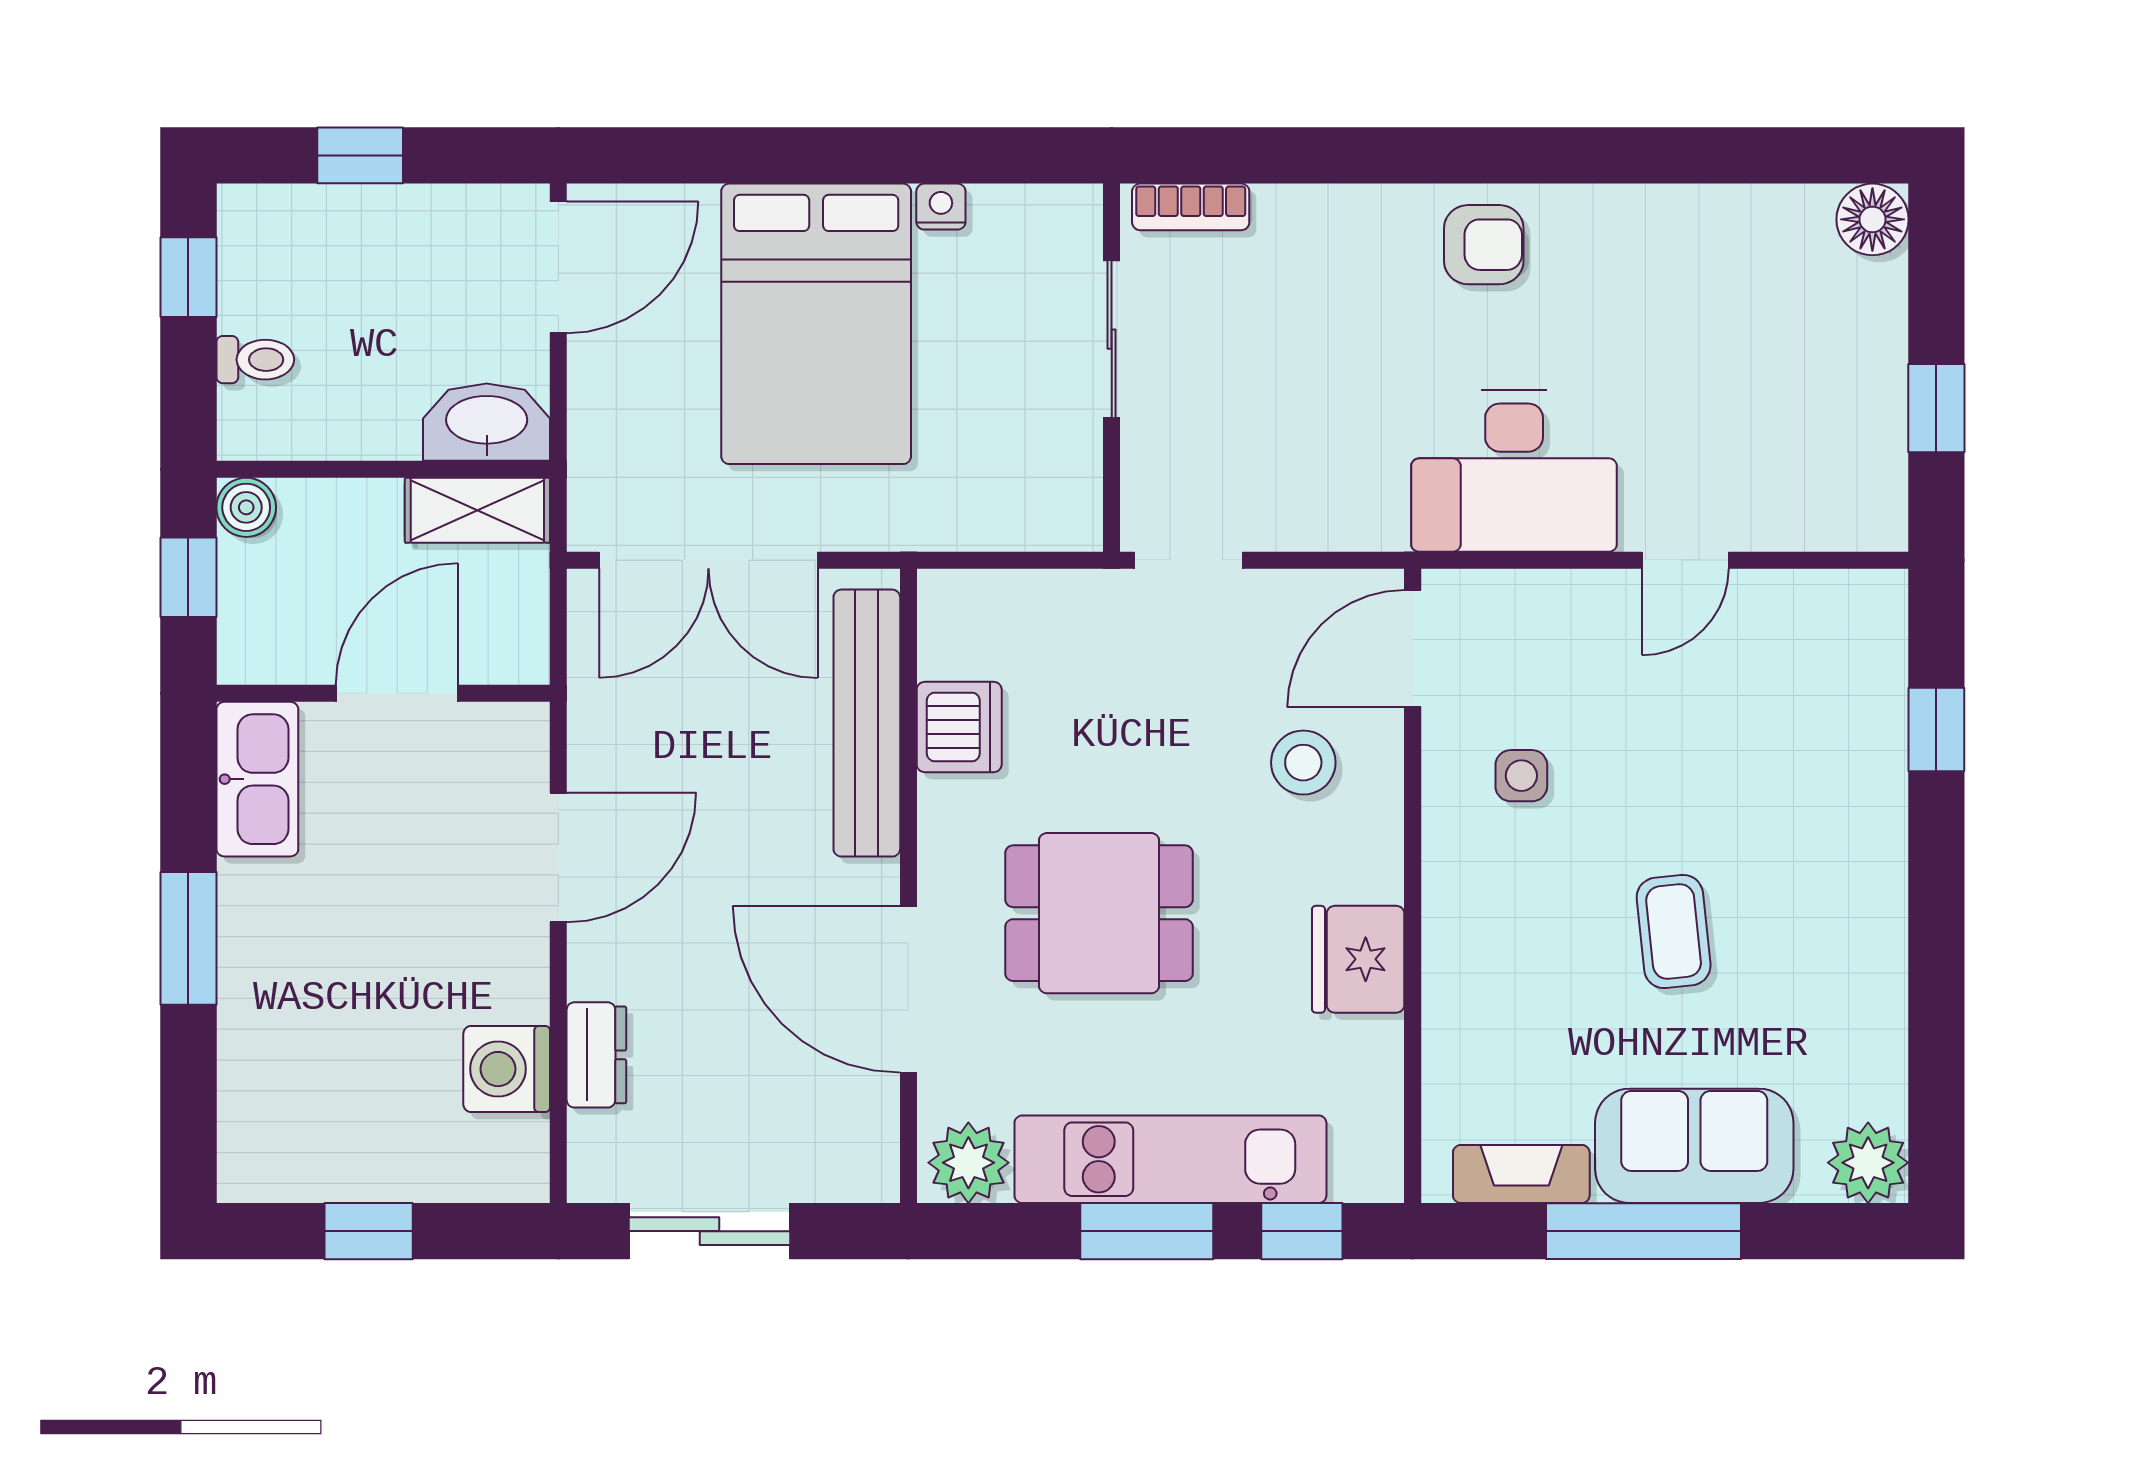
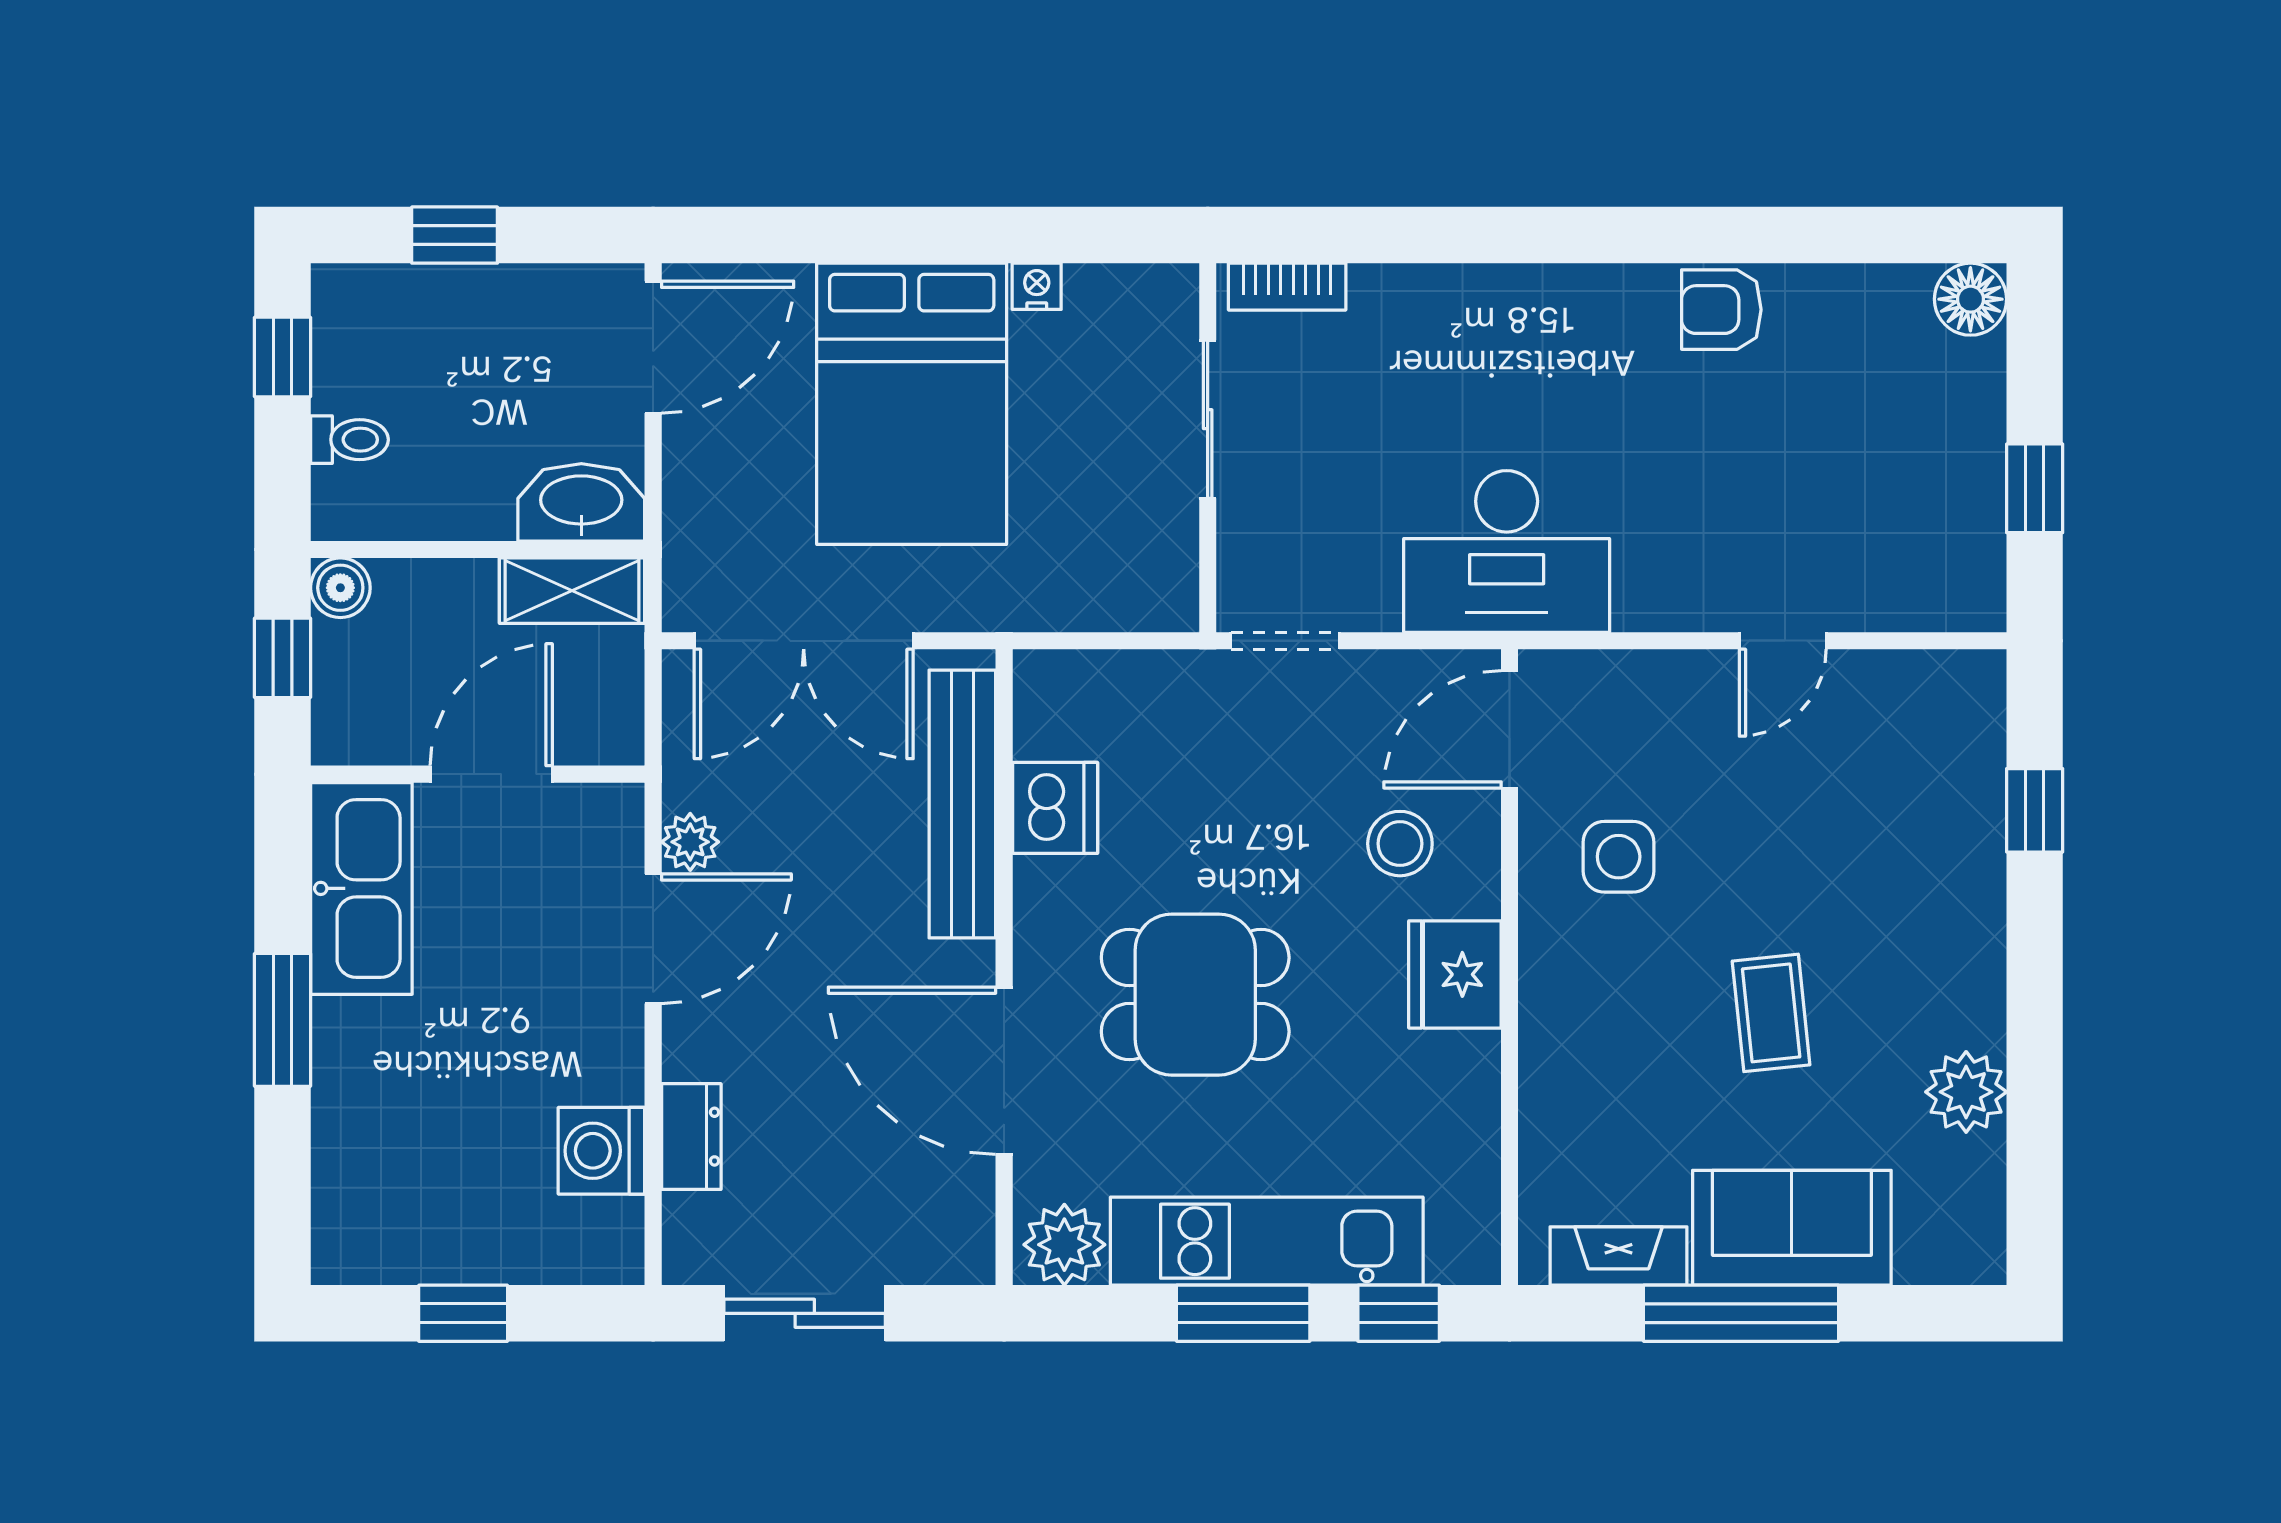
armchair: (1484, 245) -> (1721, 310), moved, turned 180
desk: (1514, 471) -> (1507, 551), moved
plant: (595, 761) -> (690, 842), added
side table: (1521, 776) -> (1619, 857), width x1.37, depth x1.37
kitchen sink: (257, 779) -> (361, 888), width x1.36, depth x1.24
fridge: (1358, 959) -> (1455, 974), moved
plant: (1868, 1163) -> (1966, 1092), moved

